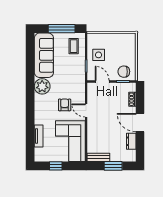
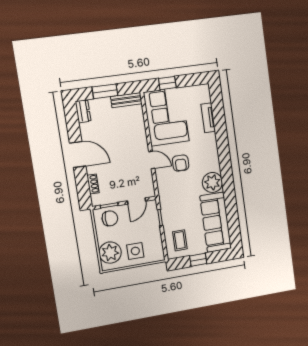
window: (62, 29) -> (198, 260), width x0.46
plant: (128, 46) -> (110, 253), added
side table: (99, 55) -> (135, 251), moved
door: (102, 81) -> (137, 201), hinge flipped
dresser: (131, 141) -> (83, 111), moved
window: (56, 166) -> (167, 83), moved

